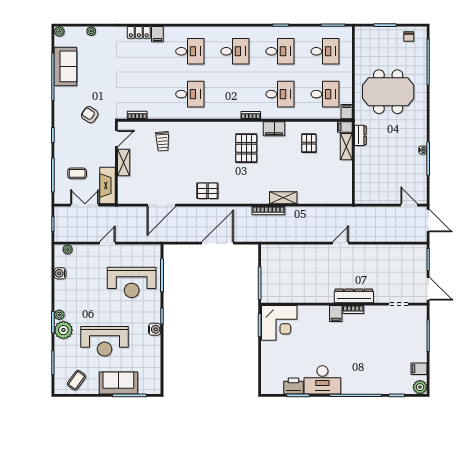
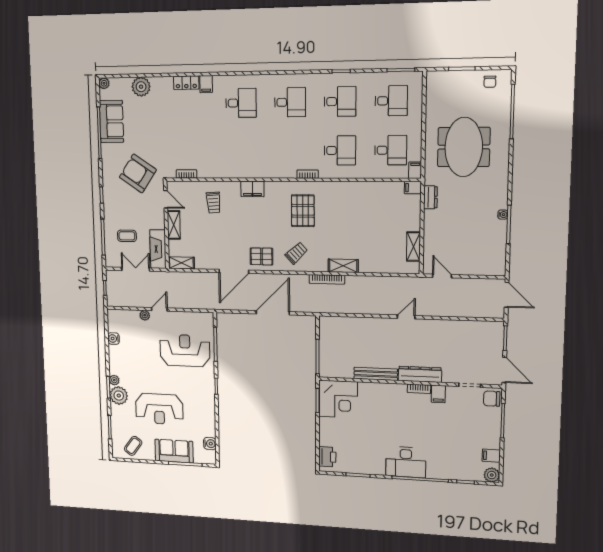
plant: (91, 31) -> (141, 87), width x1.88, depth x1.88
meeting table: (388, 92) -> (464, 147), turned 90
desk: (190, 94) -> (242, 151), removed
armchair: (90, 115) -> (138, 173), width x1.88, depth x1.88
filing cabinet: (274, 129) -> (252, 189), moved
door: (116, 139) -> (166, 199), hinge flipped
pallet: (309, 143) -> (372, 206), removed
shelving: (346, 147) -> (413, 247), moved
trolley: (240, 187) -> (296, 253), added
shelving: (130, 198) -> (181, 263), added
door: (161, 205) -> (234, 271), moved
door: (409, 205) -> (442, 276), moved
plant: (68, 249) -> (145, 315), moved
reception desk: (132, 282) -> (185, 351), turned 180
bench: (314, 297) -> (376, 374), added
filing cabinet: (336, 313) -> (438, 394), moved
chair: (418, 315) -> (492, 399), added
water cooler: (155, 329) -> (210, 444), moved
desk: (322, 380) -> (406, 462), moved
printer: (293, 386) -> (327, 457), moved, turned 90

